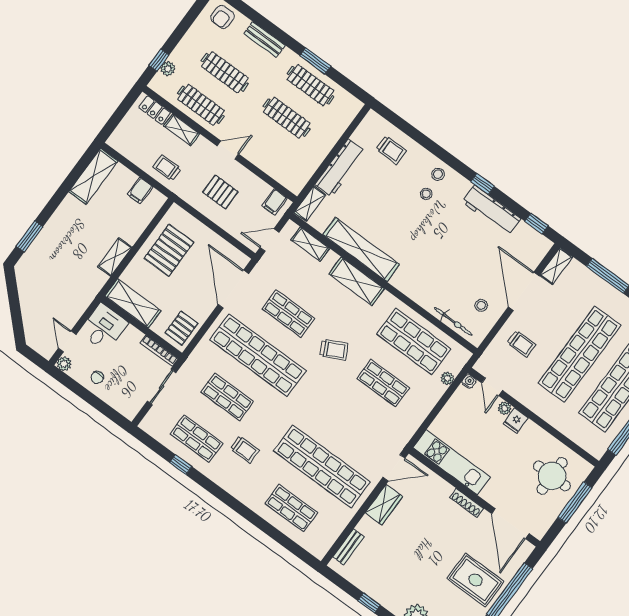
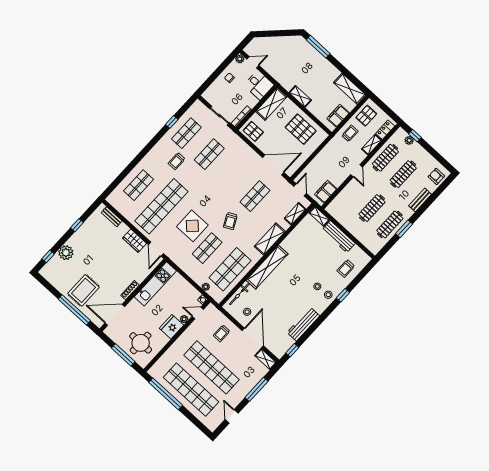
window: (483, 184) -> (343, 295), moved
filing cabinet: (140, 191) -> (338, 116), width x2.00
pallet: (220, 192) -> (366, 116), moved
filing cabinet: (275, 202) -> (326, 192), width x2.00
window: (29, 236) -> (318, 47), width x1.44
shelving: (361, 250) -> (267, 267), moved
door: (524, 291) -> (253, 338), hinge flipped
shop shelf: (258, 355) -> (232, 175), removed
display table: (349, 412) -> (192, 226), added
fridge: (516, 421) -> (171, 327), width x1.88, depth x1.34

